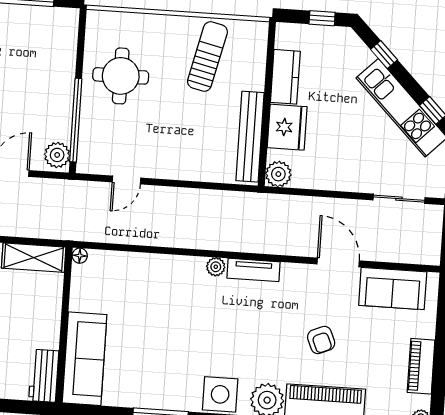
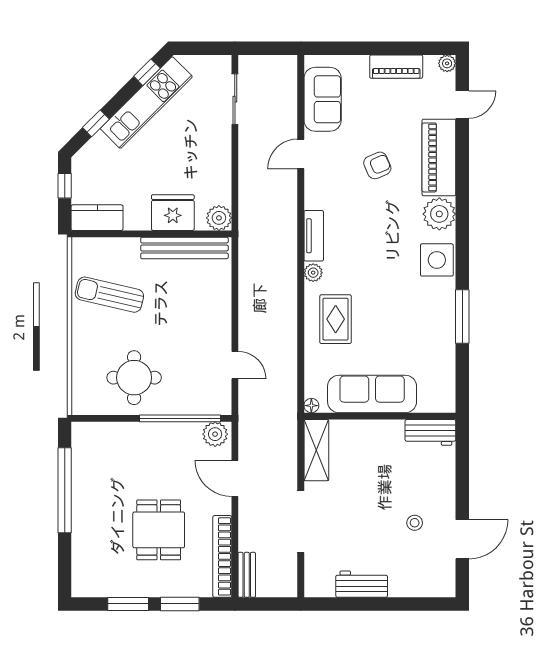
kitchen counter: (285, 77) -> (97, 218), moved
door: (338, 262) -> (301, 154), width x0.73
rug: (167, 286) -> (336, 319), added
sofa: (85, 359) -> (372, 394), moved

